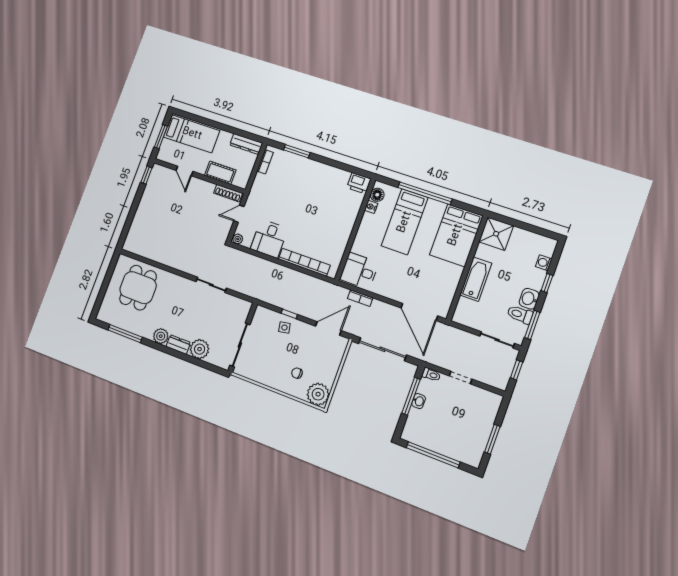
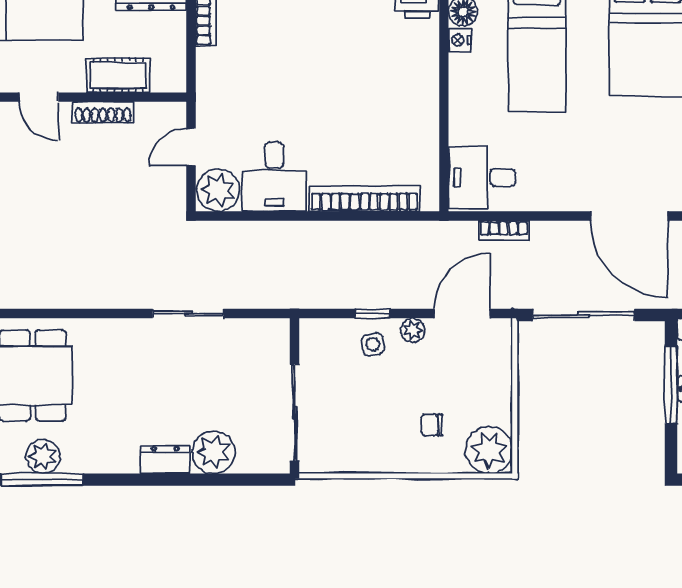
shoe rack: (228, 193) -> (103, 112), moved
plant: (238, 239) -> (218, 190), width x1.87, depth x1.87
plant: (304, 328) -> (413, 330), added
plant: (161, 336) -> (43, 457), moved

